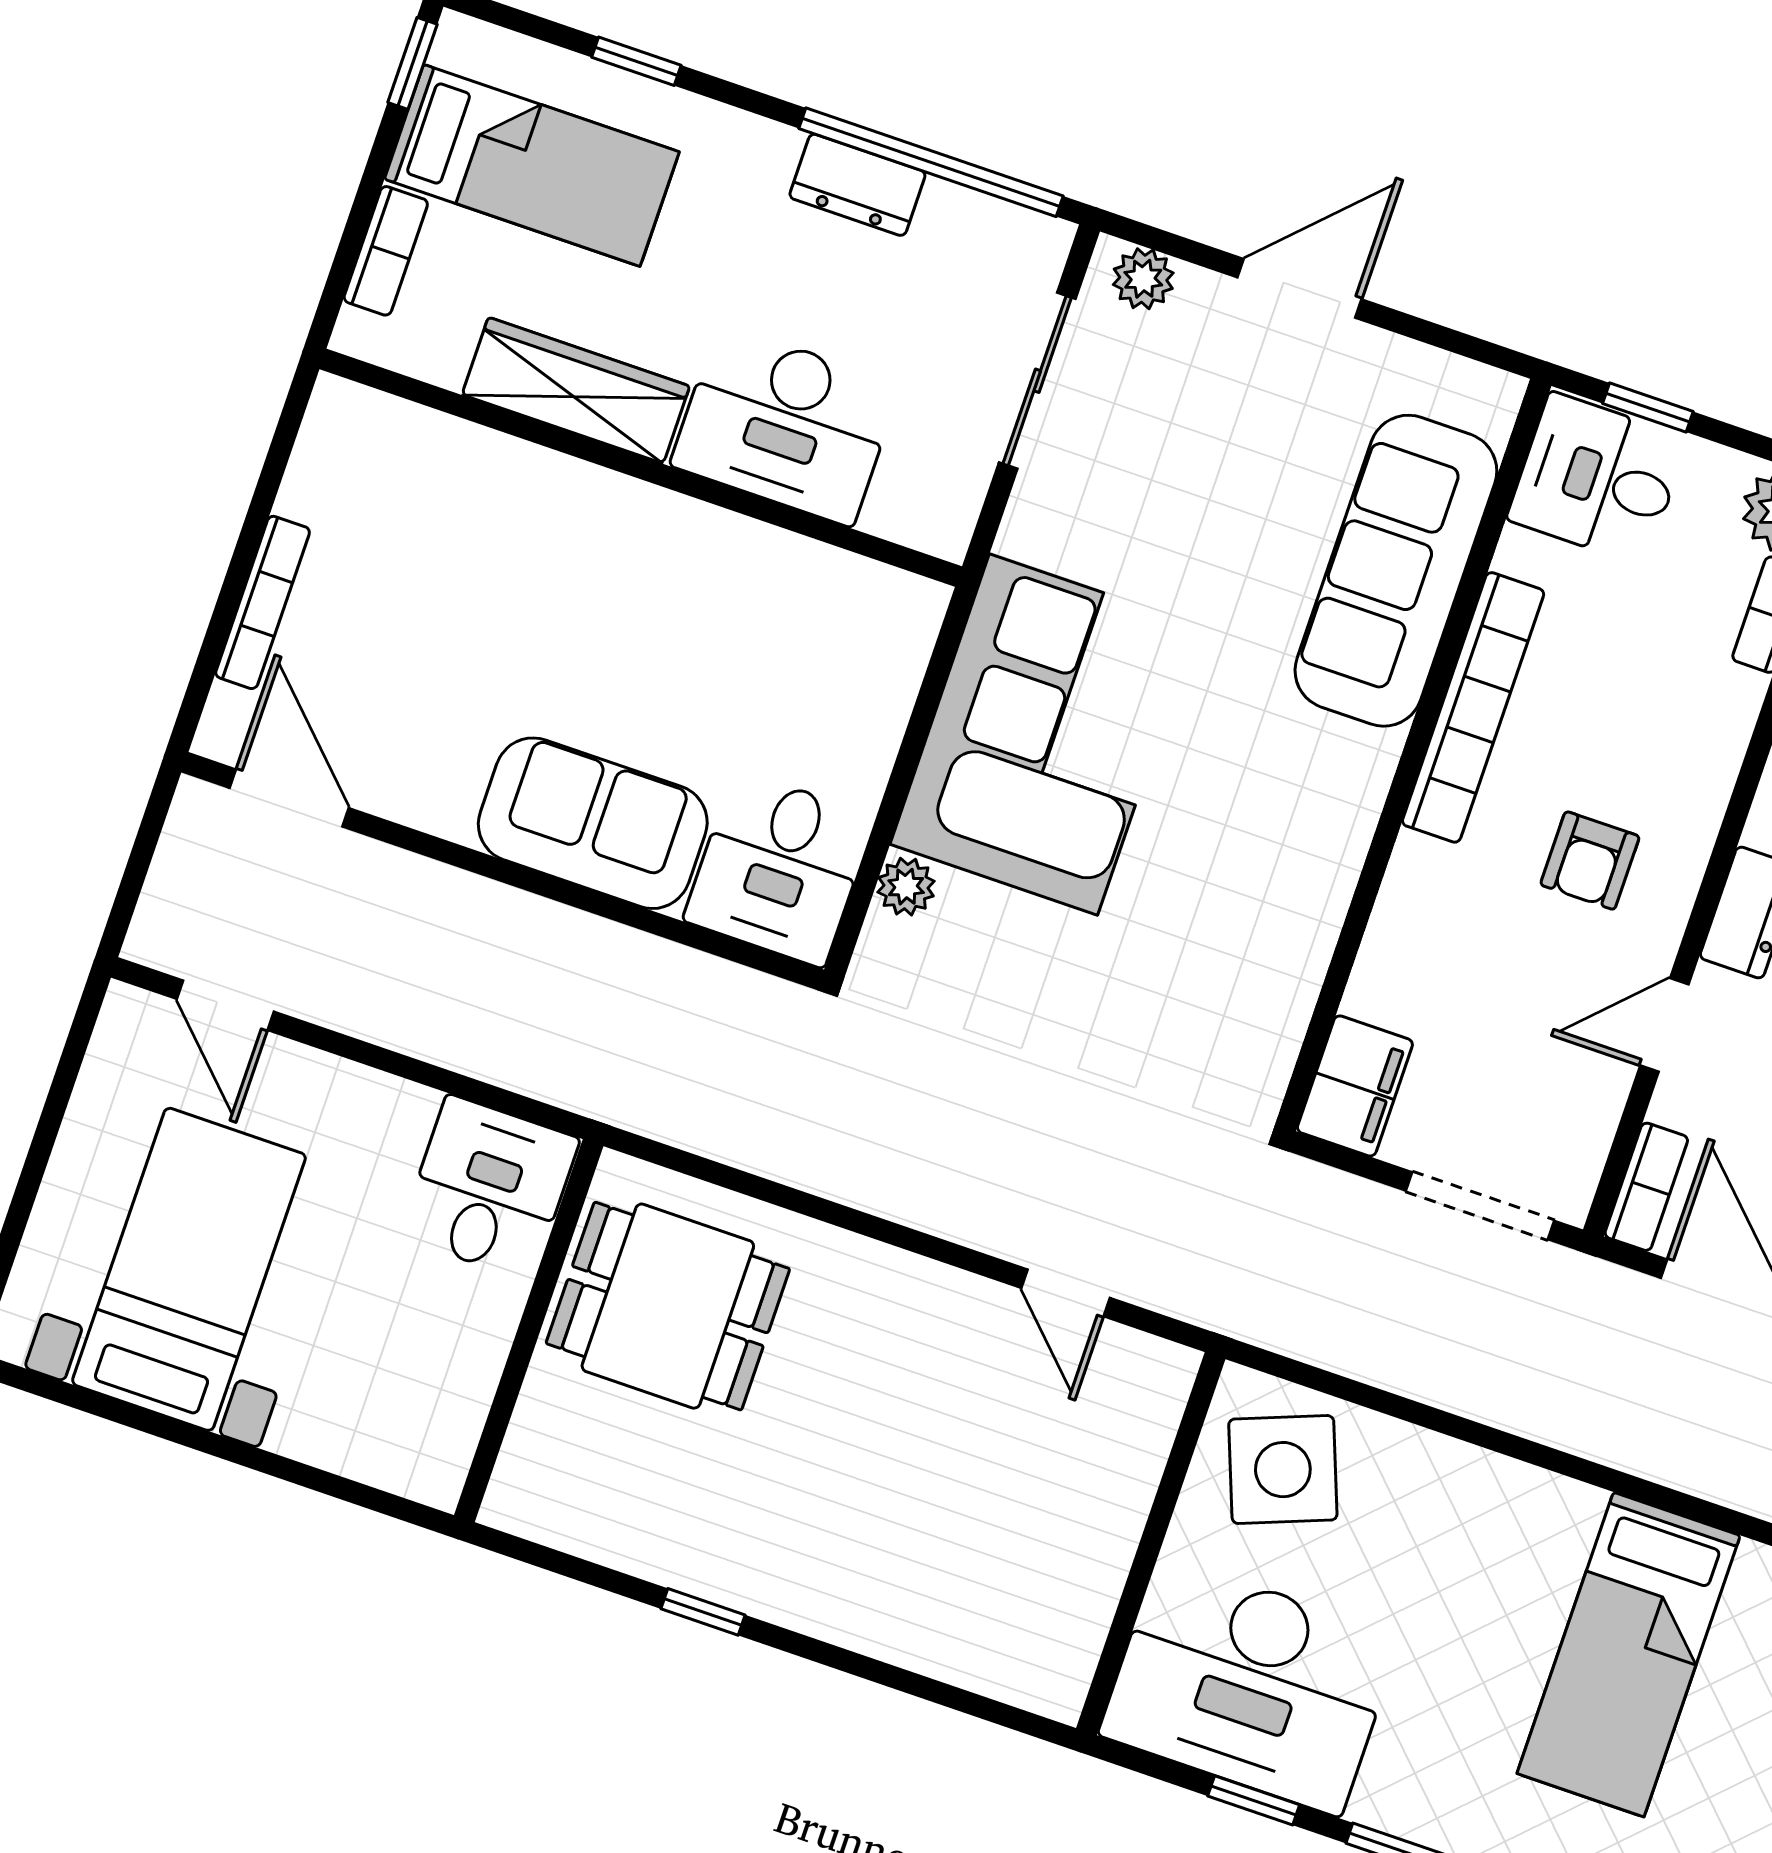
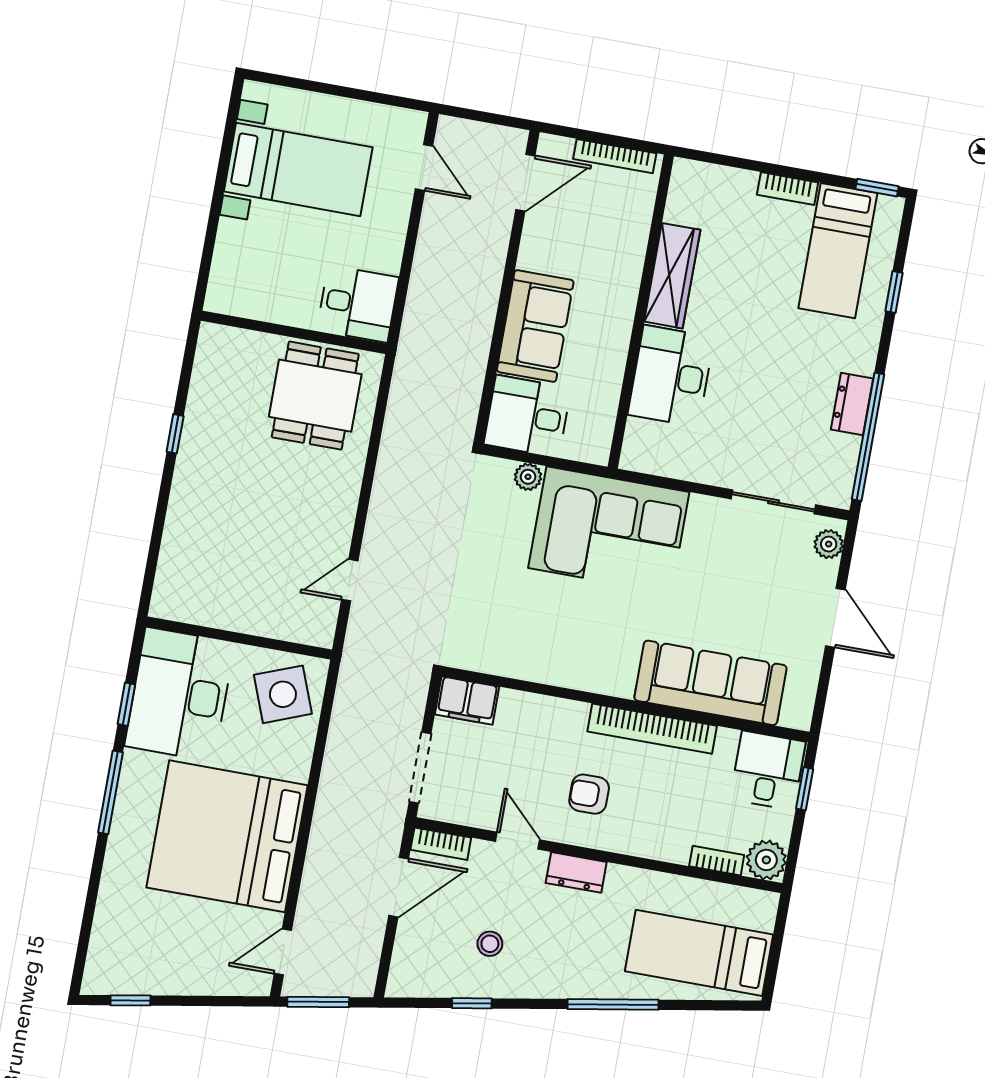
wardrobe: (576, 390) -> (672, 276), moved
desk: (785, 425) -> (671, 376), moved
wall: (641, 468) -> (641, 312), moved
door: (225, 1005) -> (424, 167), swing flipped
bed: (1629, 1655) -> (227, 836), width x2.04

